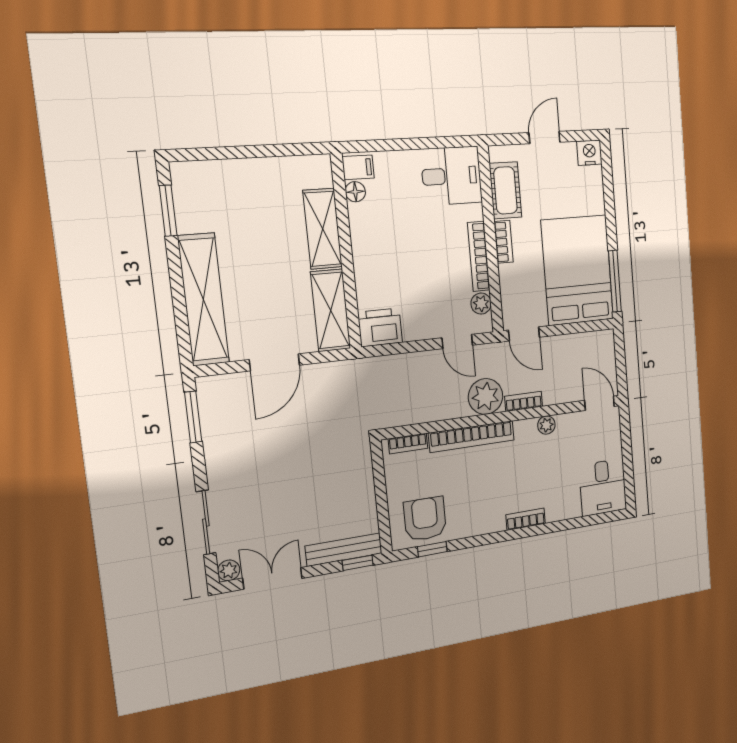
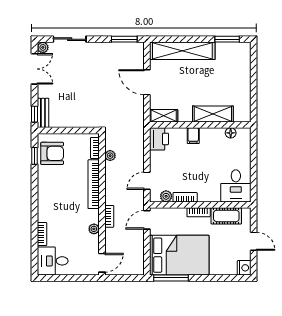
filing cabinet: (358, 167) -> (193, 136), moved
bookcase: (479, 256) -> (185, 197), width x0.64
shelving: (331, 310) -> (164, 116), width x0.67, depth x0.75
plant: (486, 396) -> (110, 156), moved, width x0.53, depth x0.53
bookcase: (526, 519) -> (42, 234), moved
bench: (344, 550) -> (43, 113), width x0.73

